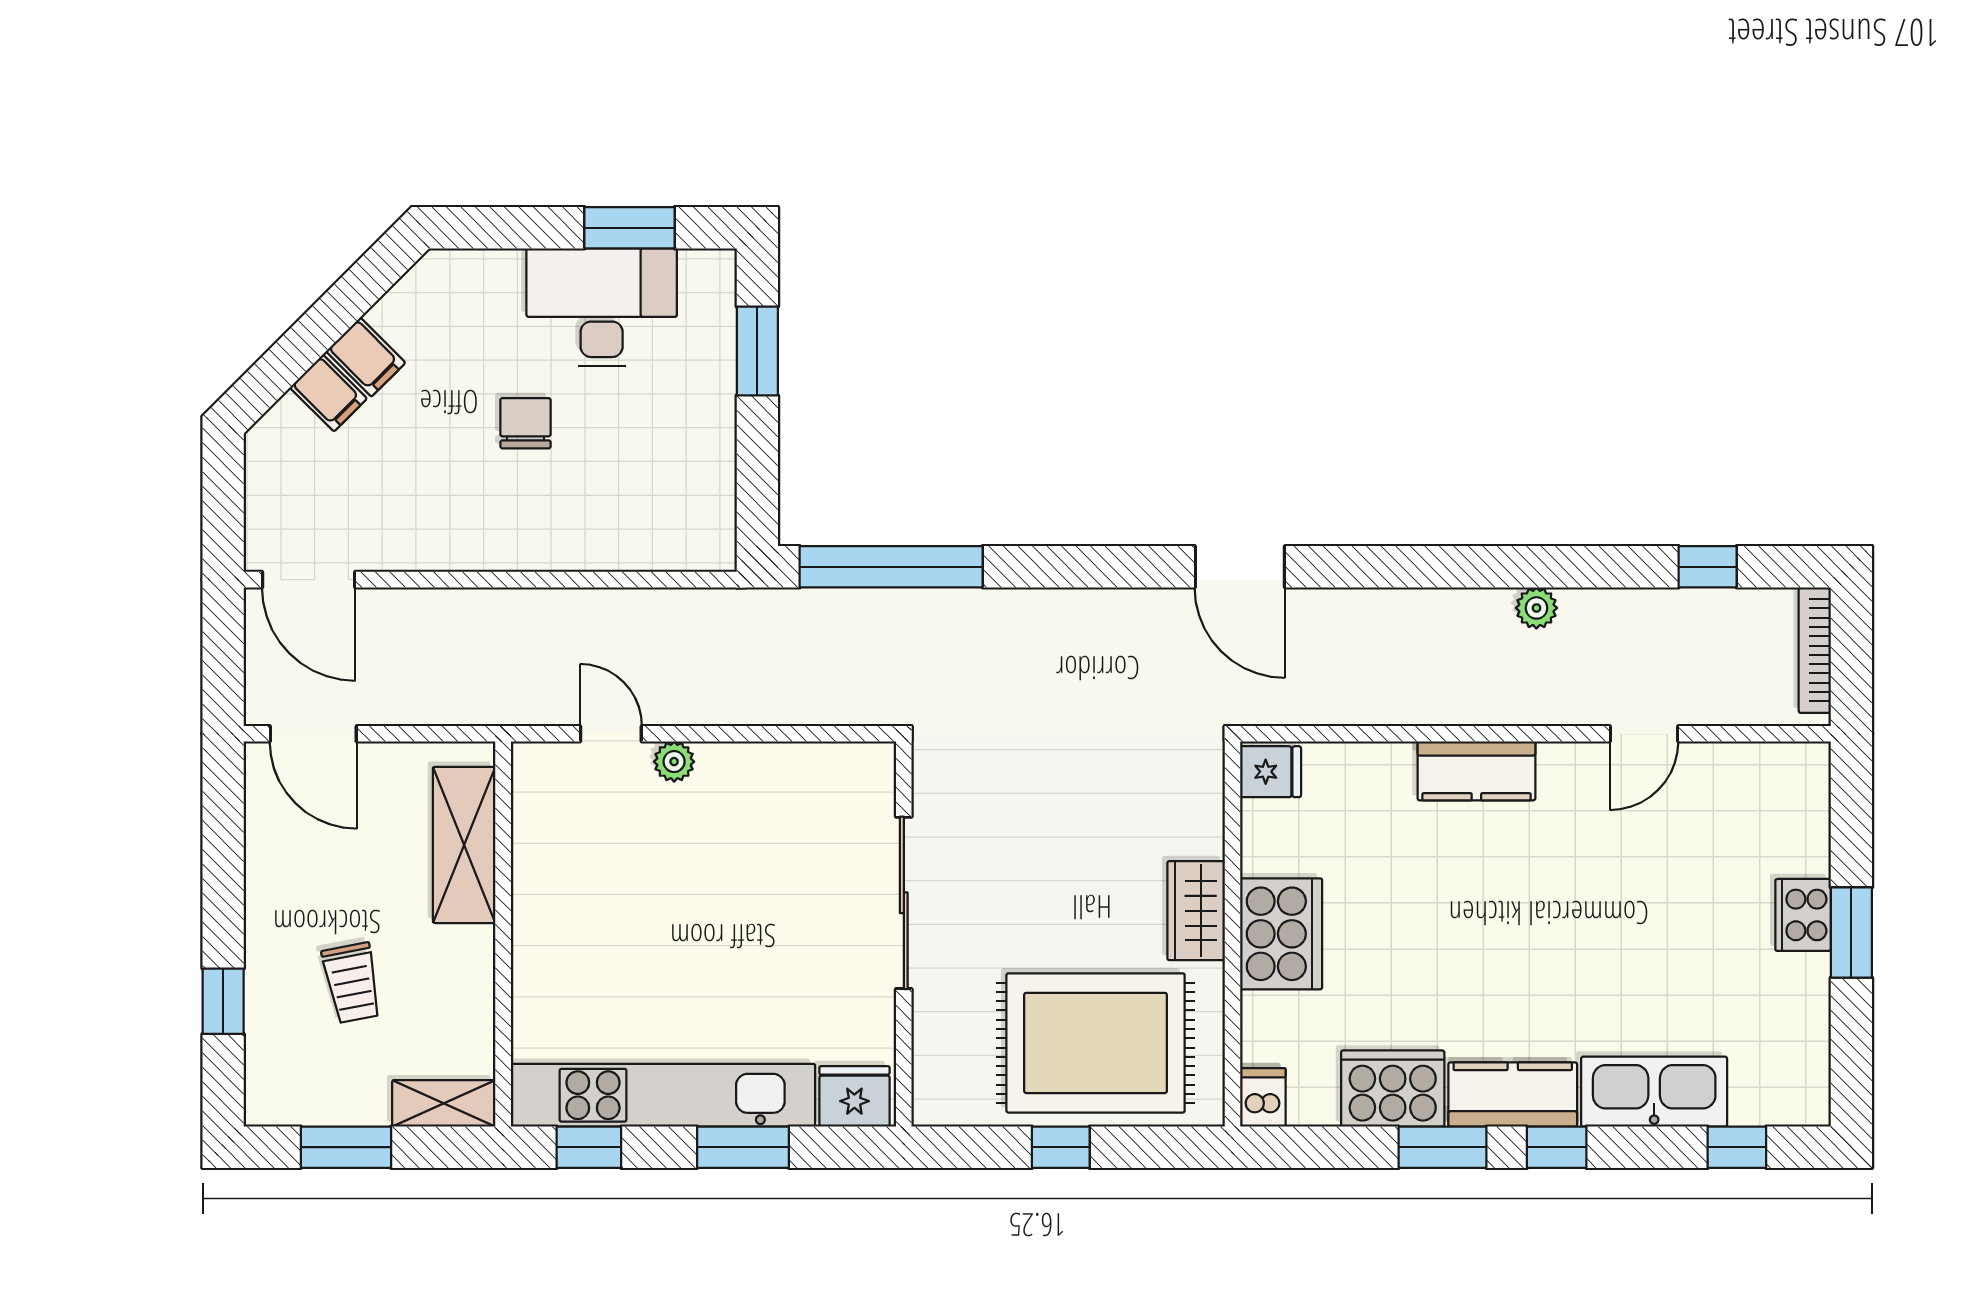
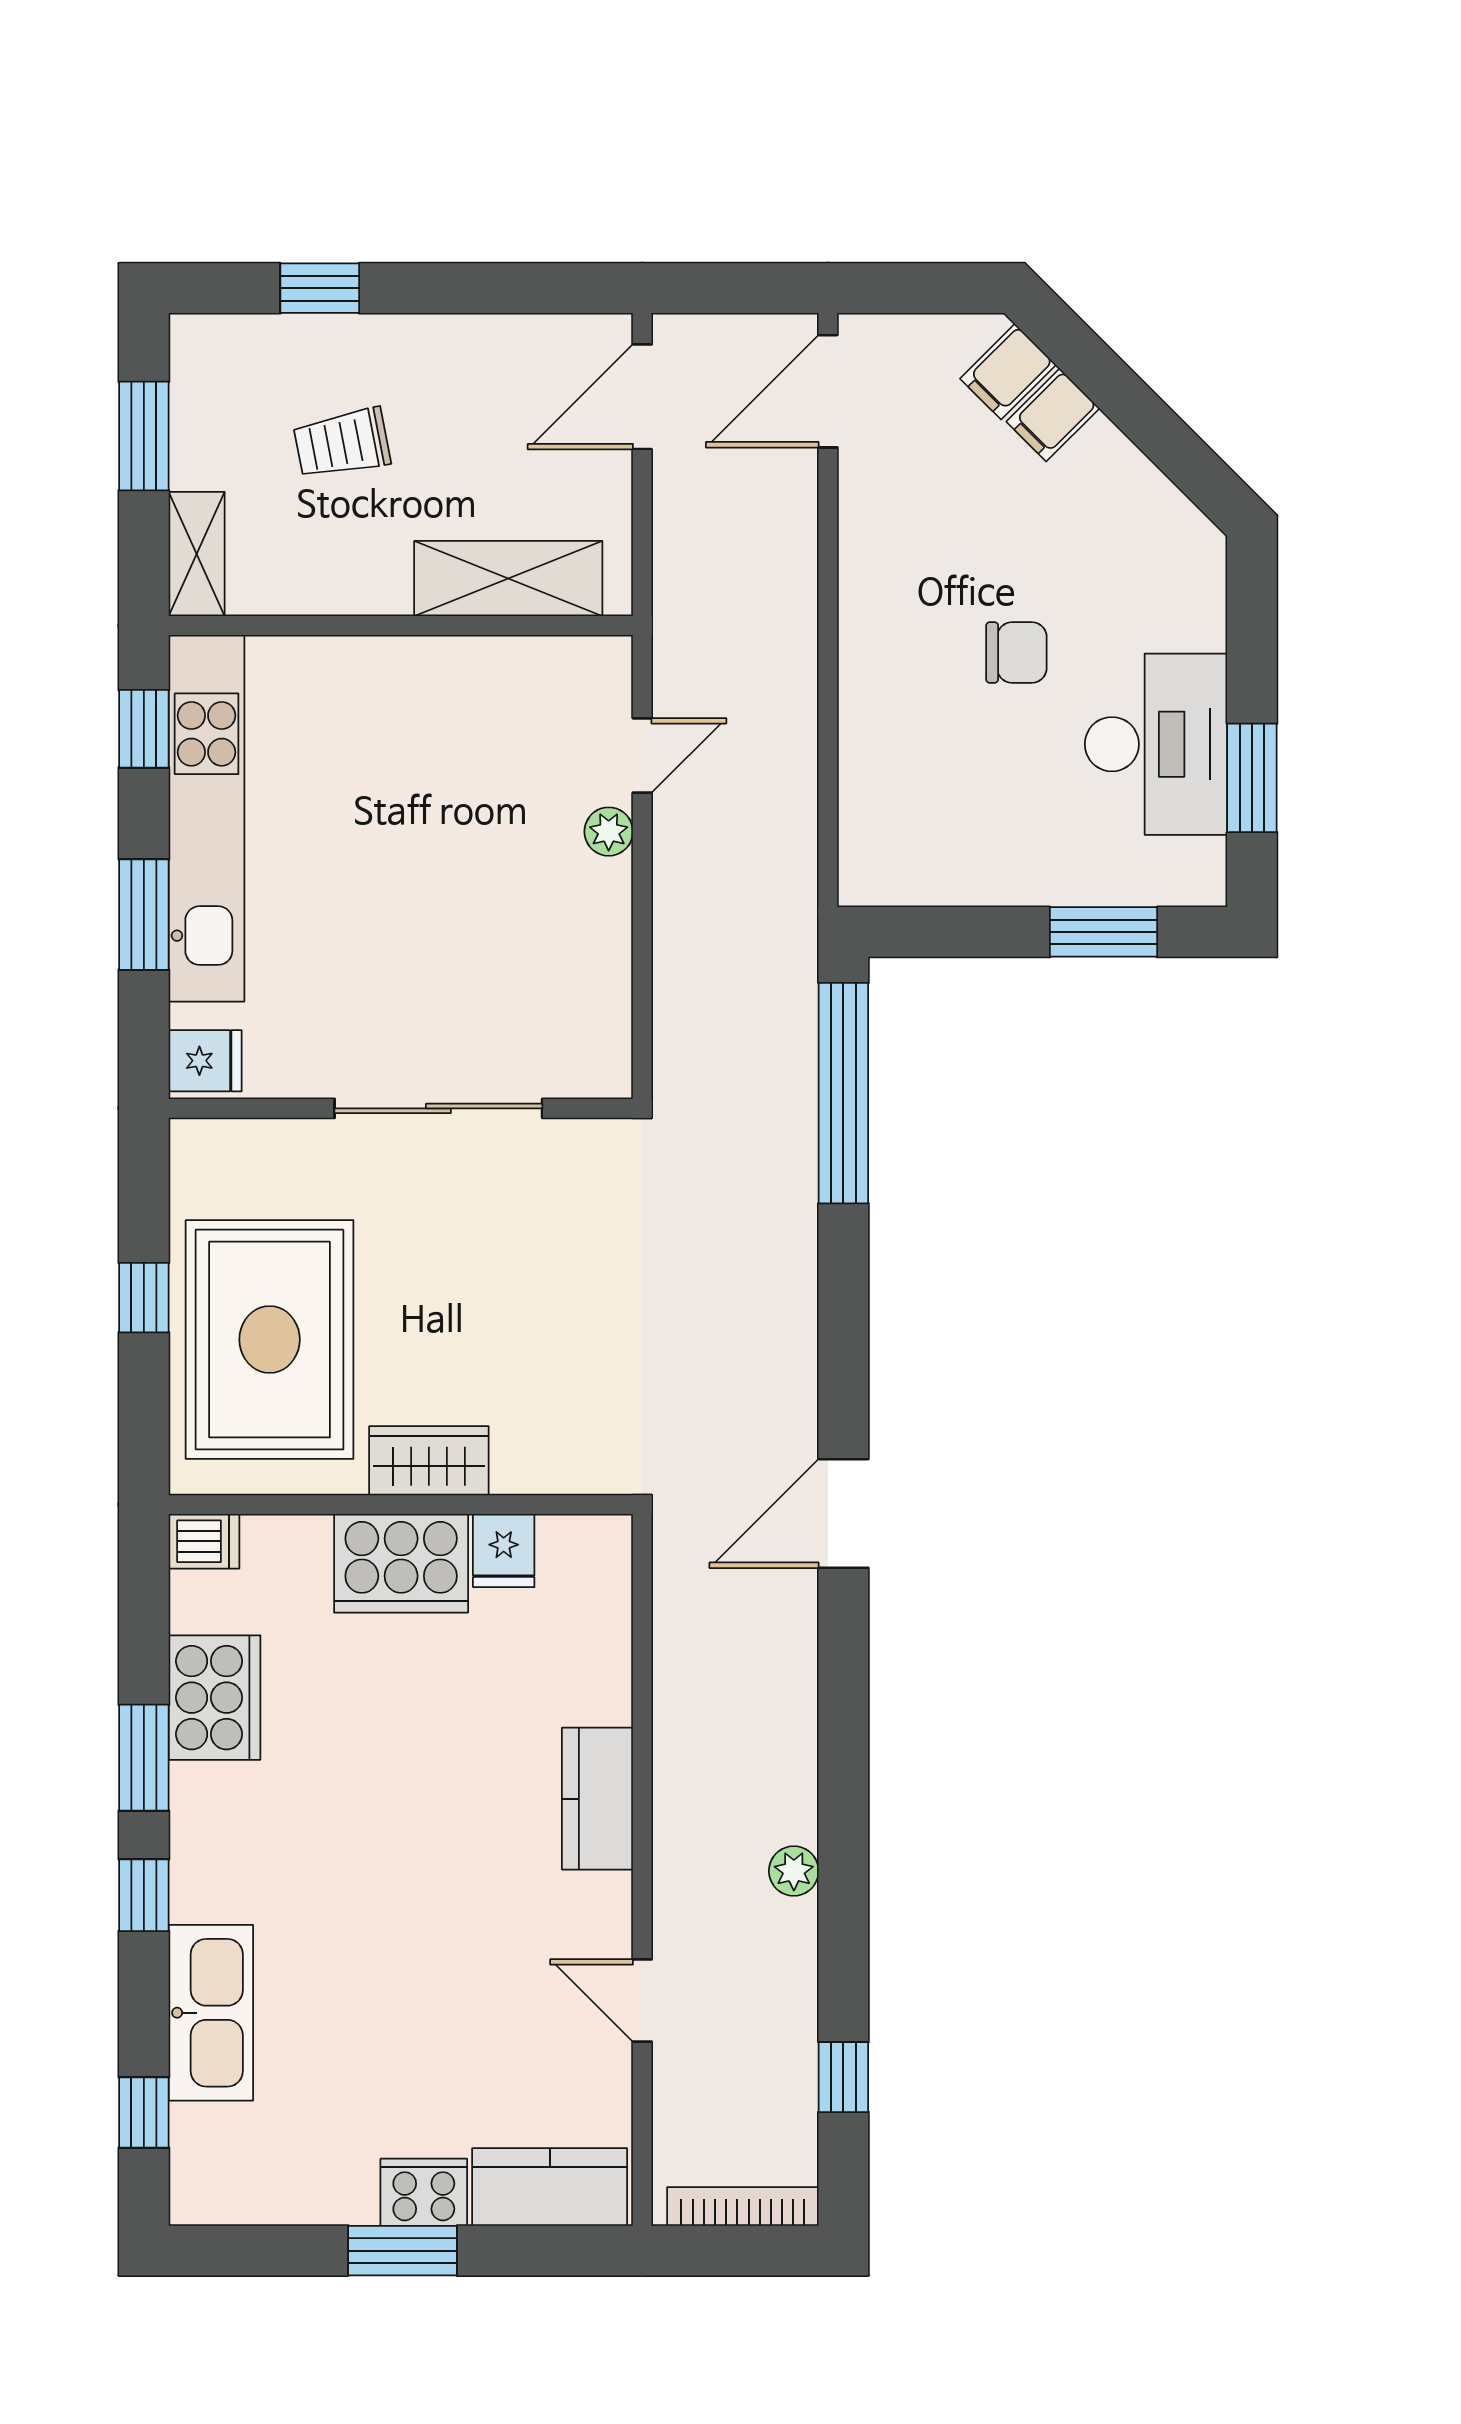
filing cabinet: (366, 357) -> (1008, 372), moved
fridge: (1271, 772) -> (504, 1550), moved
kitchen counter: (1513, 1094) -> (550, 2187), moved, turned -90
fridge: (854, 1096) -> (205, 1061), width x0.72

